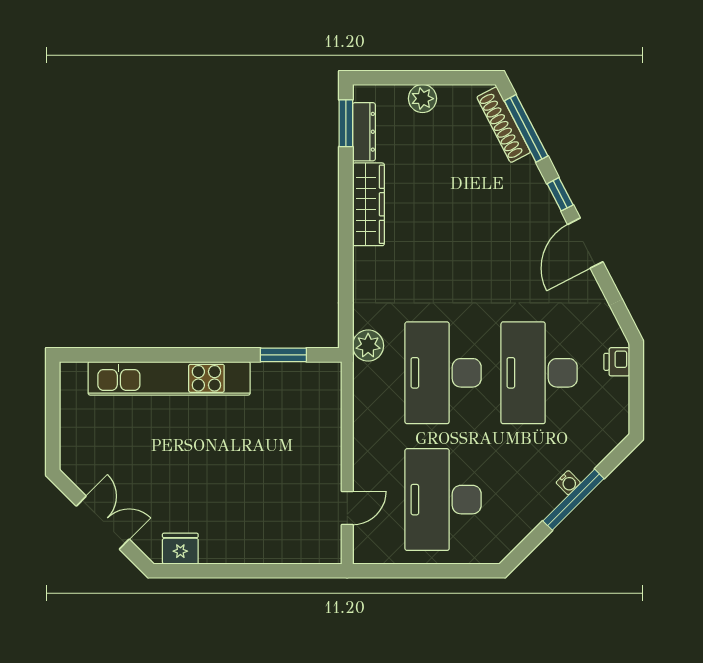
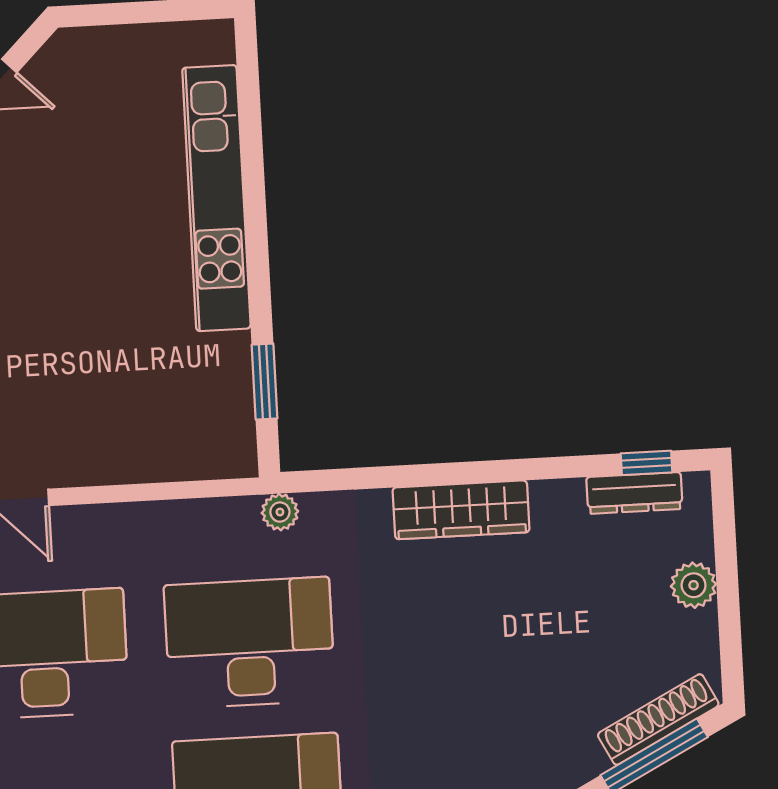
window: (346, 123) -> (646, 463), width x0.67
wardrobe: (368, 204) -> (461, 510), moved
plant: (368, 346) -> (280, 512), width x0.73, depth x0.73

